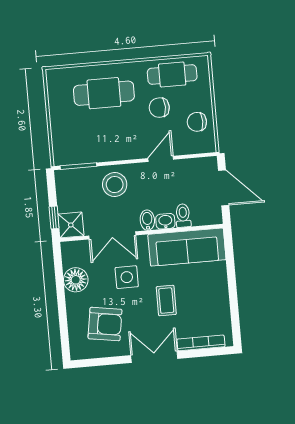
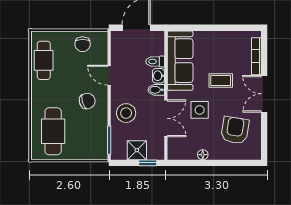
cafe table: (104, 93) -> (53, 131), moved
chair: (159, 108) -> (87, 101), moved, turned -107
shower: (71, 225) -> (137, 150), moved
floor lamp: (76, 280) -> (203, 155), width x0.53, depth x0.53

